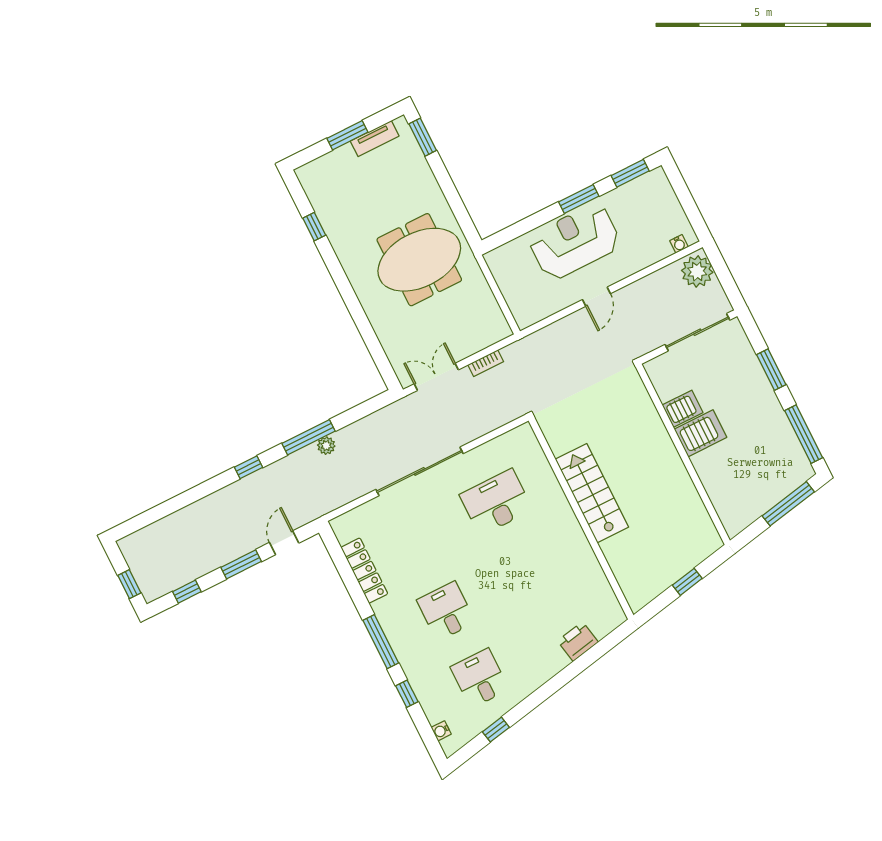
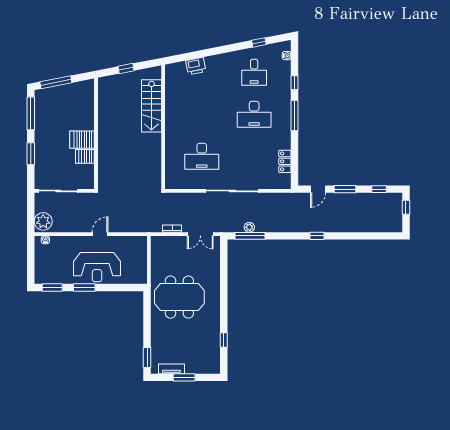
window: (309, 437) -> (250, 236), moved
plant: (326, 446) -> (249, 227), moved
stairs: (592, 493) -> (151, 106), moved
locker: (364, 571) -> (285, 161), width x0.66
desk: (446, 611) -> (254, 114), width x1.37

